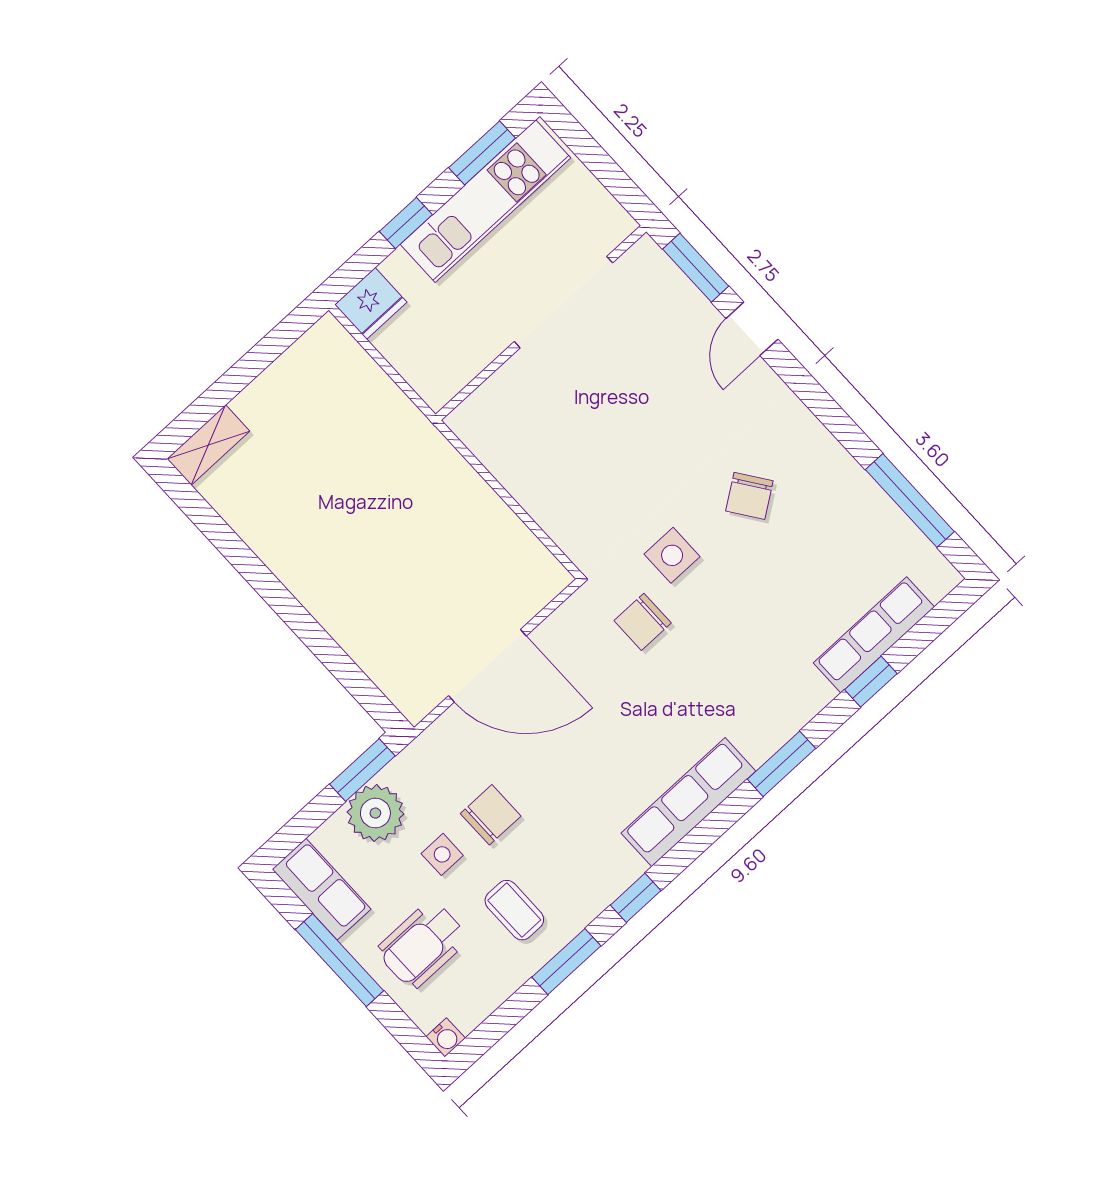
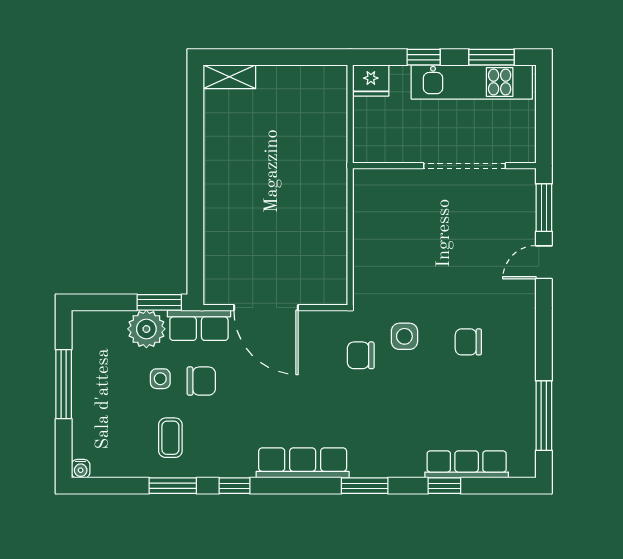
chair: (749, 496) -> (468, 342), turned 35
row of seats: (322, 889) -> (199, 325), moved, turned 90
wheelchair: (422, 945) -> (111, 413), removed

